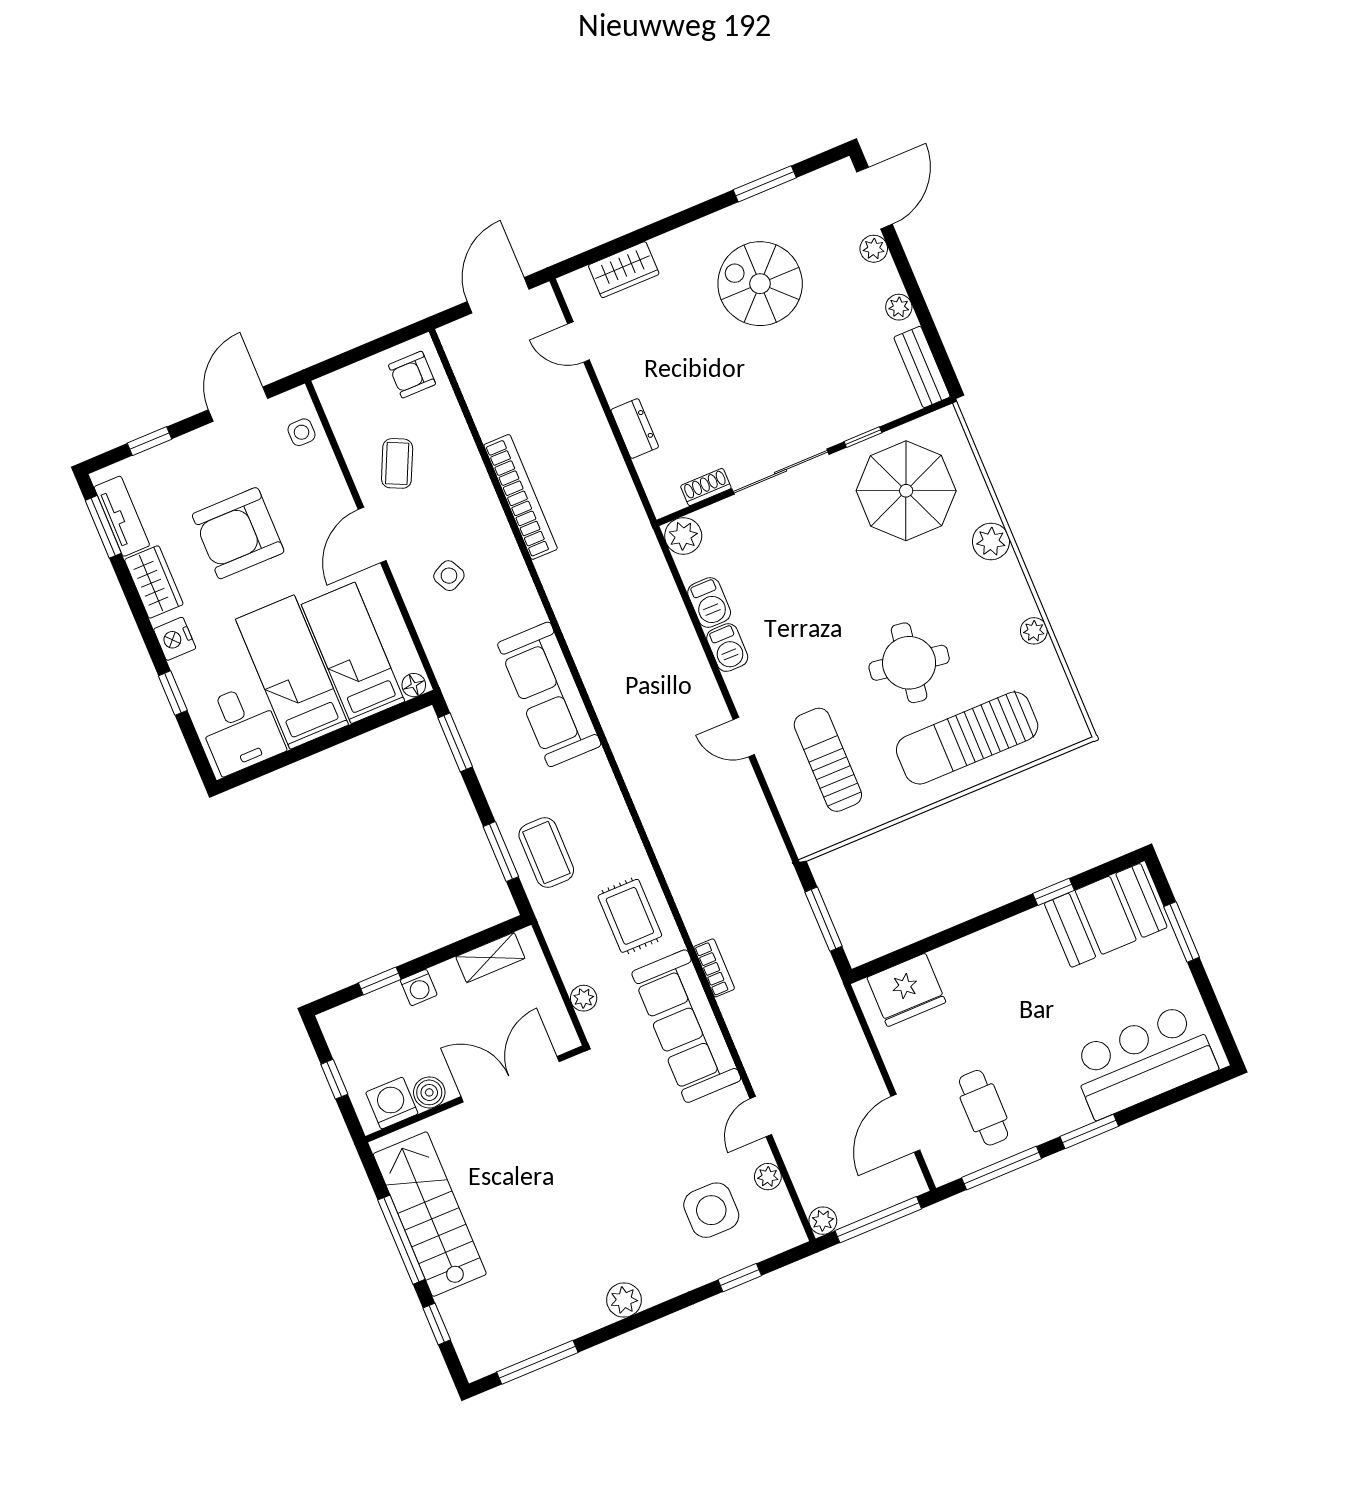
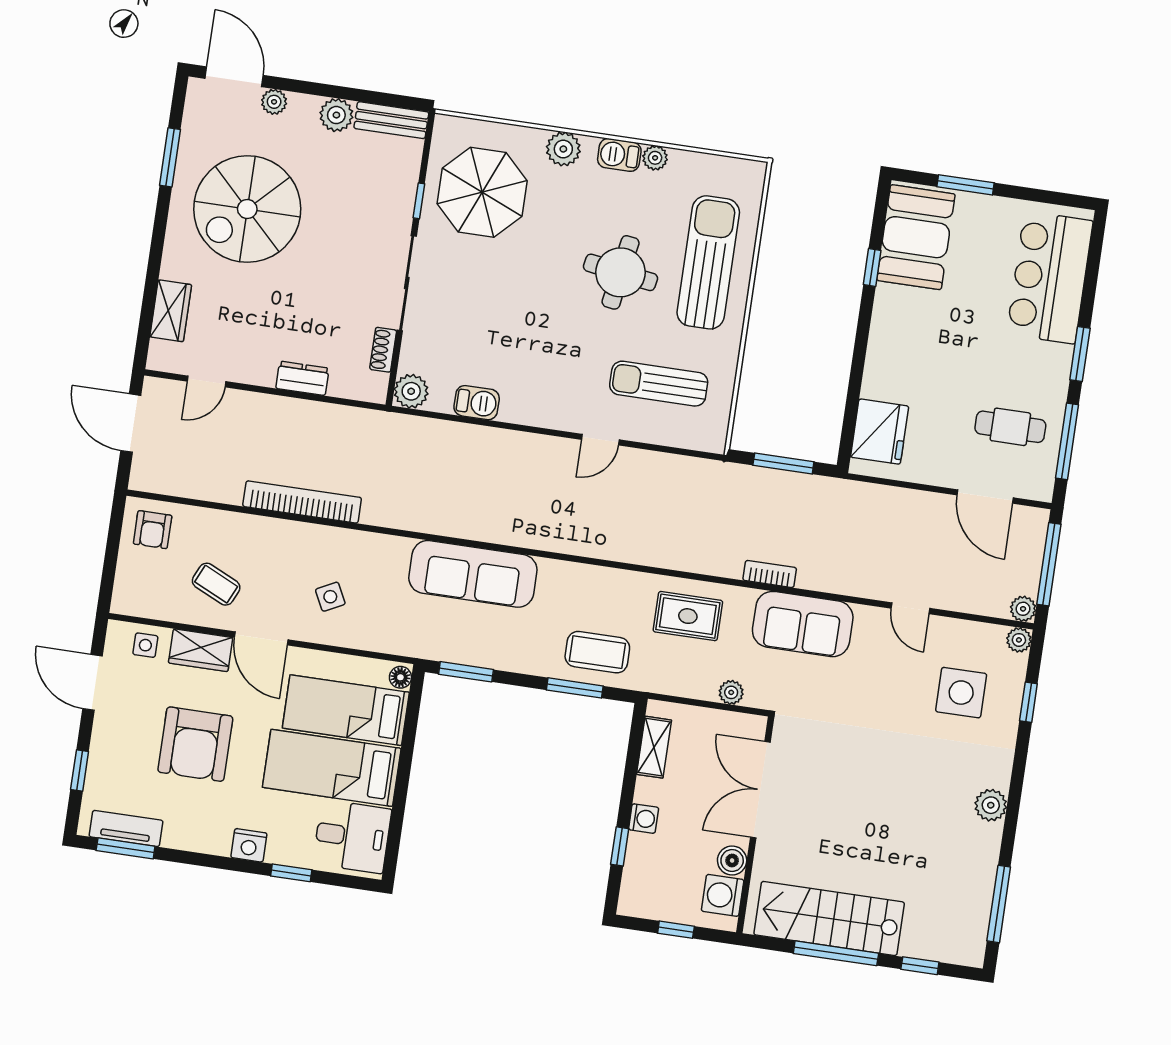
spiral stairs: (760, 284) -> (247, 209), width x1.37, depth x1.37
plant: (899, 307) -> (336, 115), width x1.38, depth x1.38
wardrobe: (154, 582) -> (201, 650), moved, turned 180
barbecue: (727, 648) -> (619, 155), moved, turned 180
sun lounger: (967, 738) -> (708, 262), turned 180
sofa: (686, 1026) -> (803, 624), width x0.73
plant: (768, 1177) -> (1019, 640), moved

